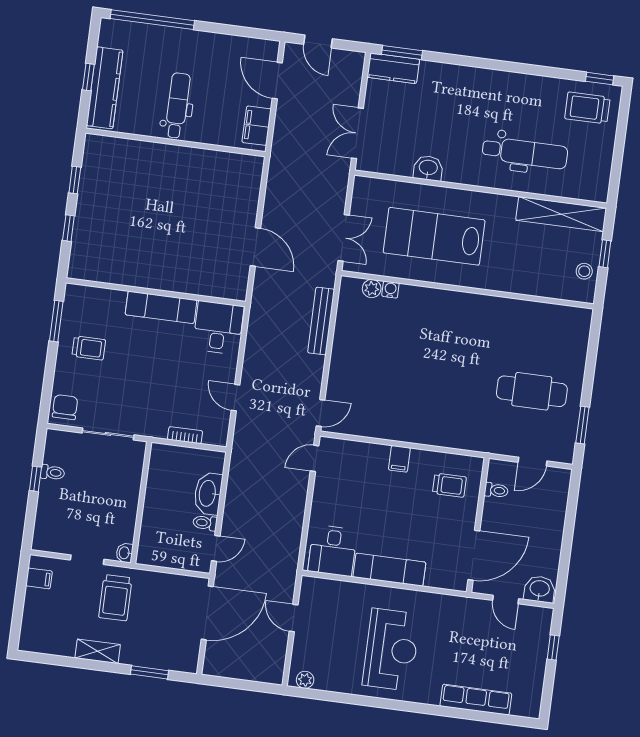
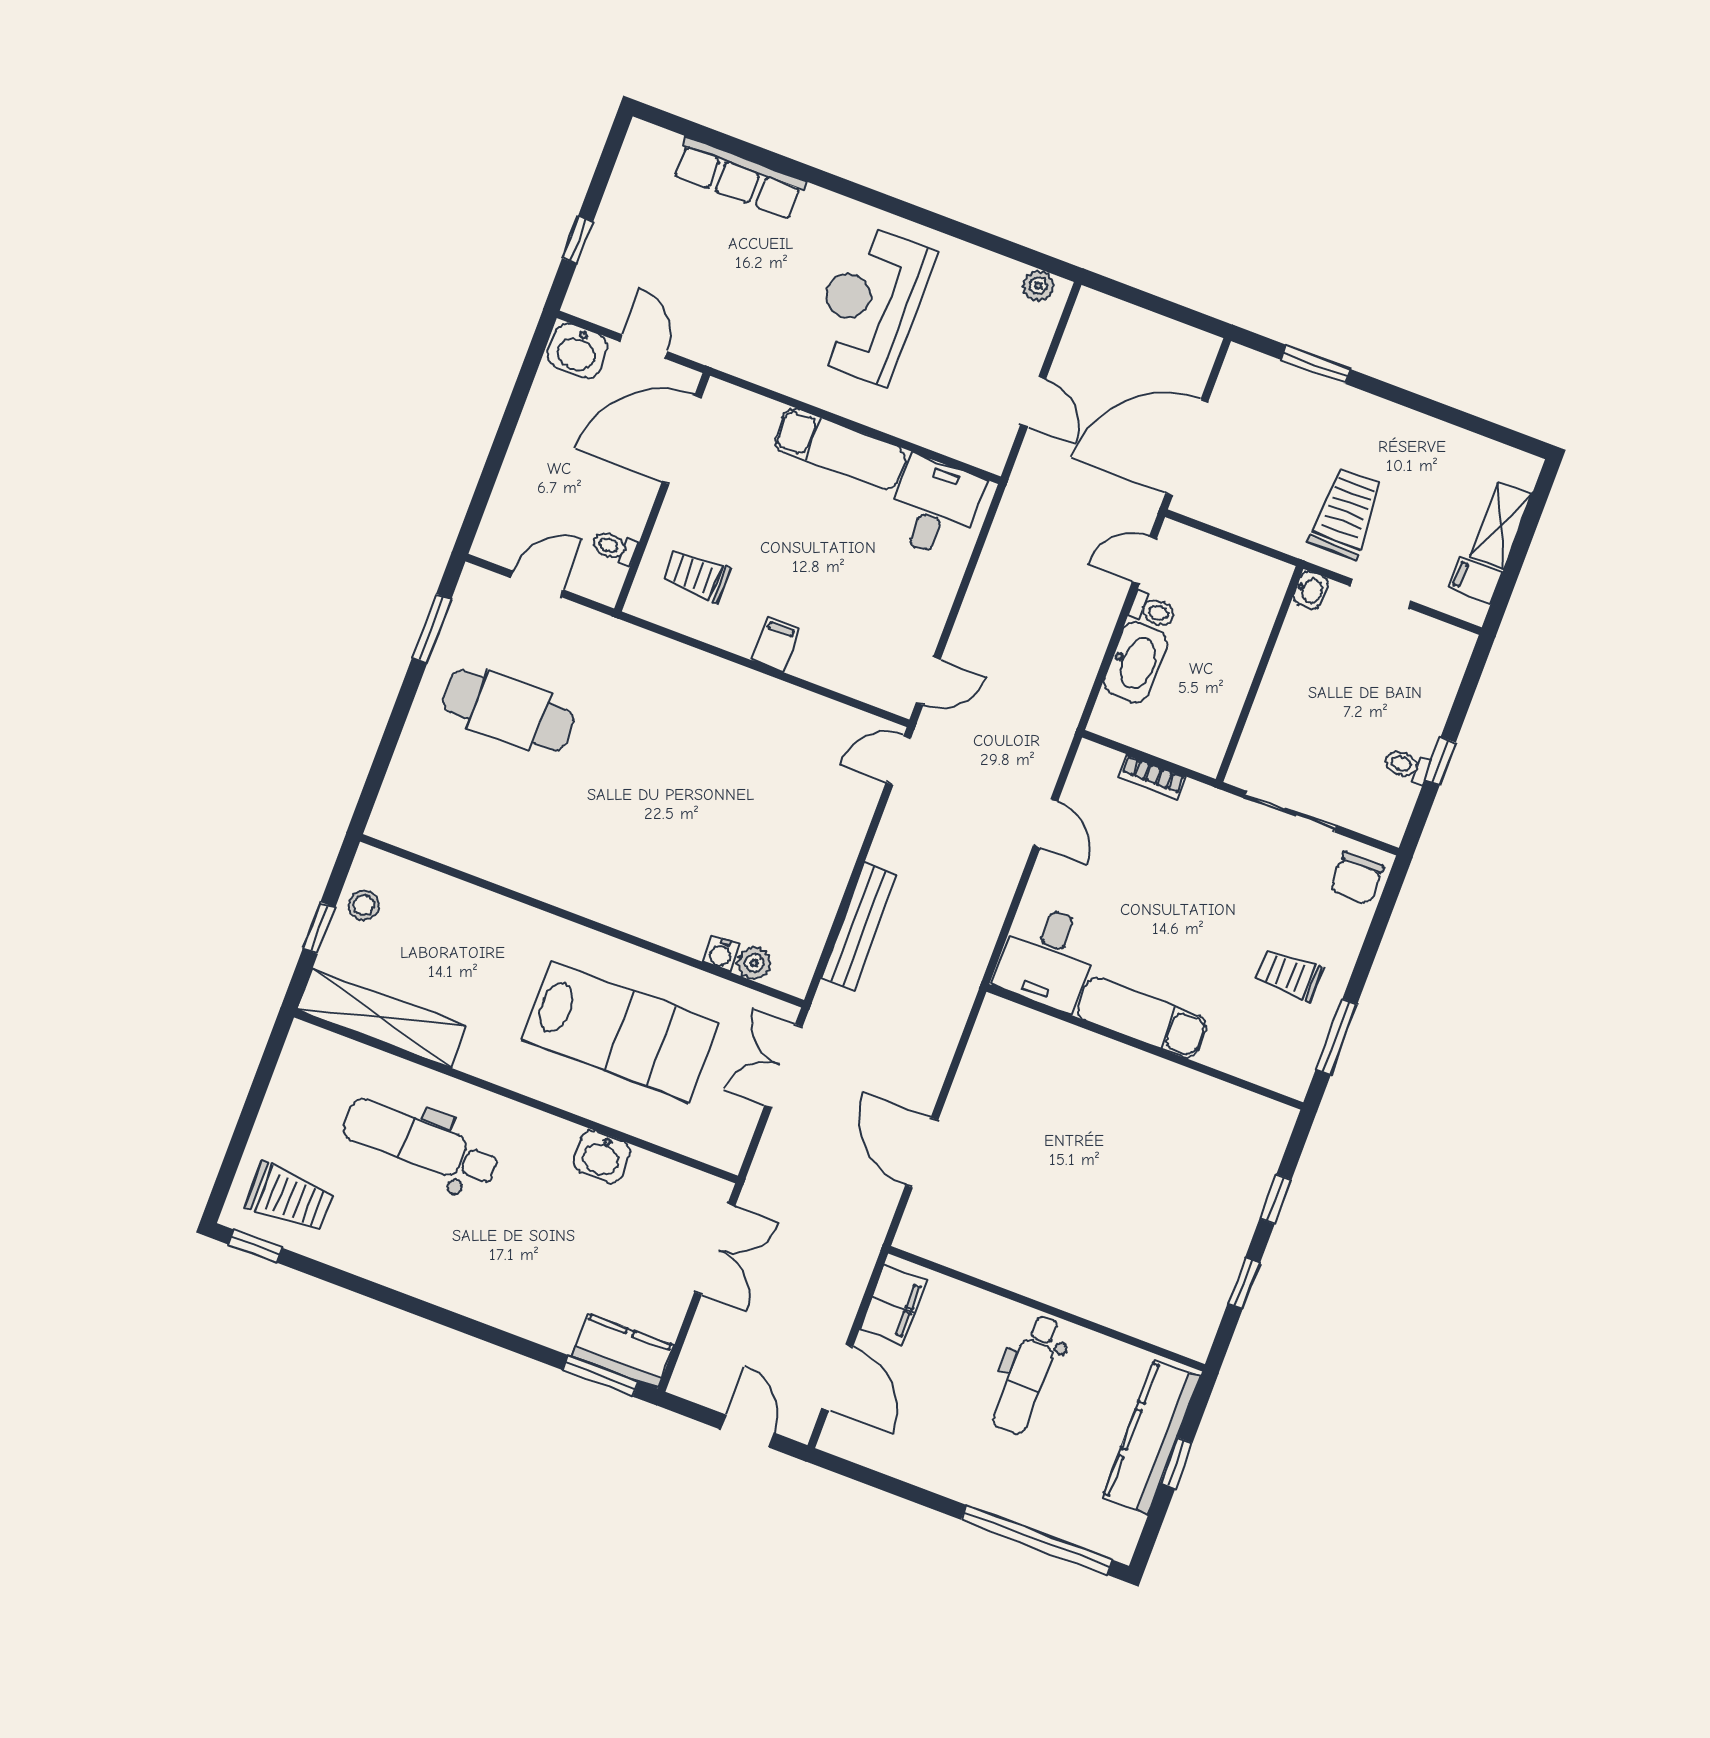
door: (255, 247) -> (922, 1153), moved
shelving: (98, 651) -> (1501, 525), moved, turned 90

